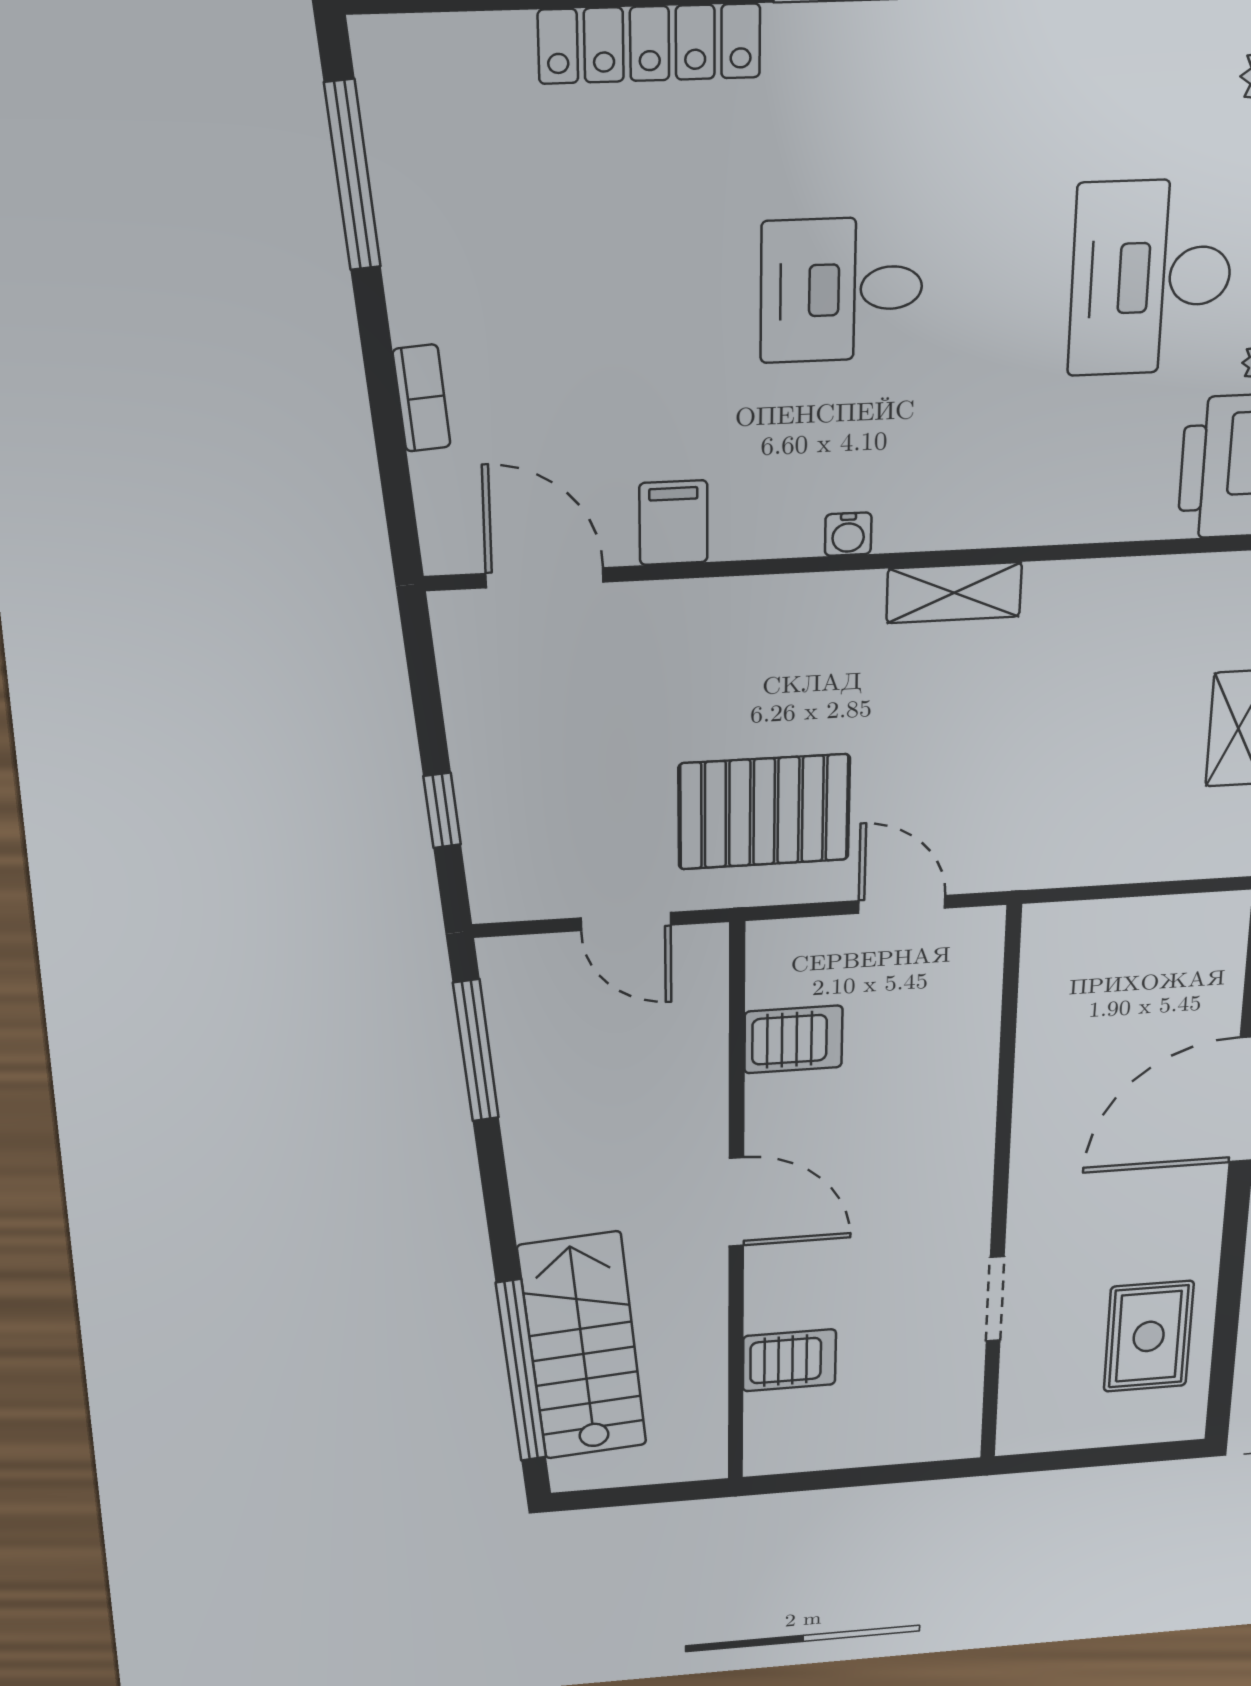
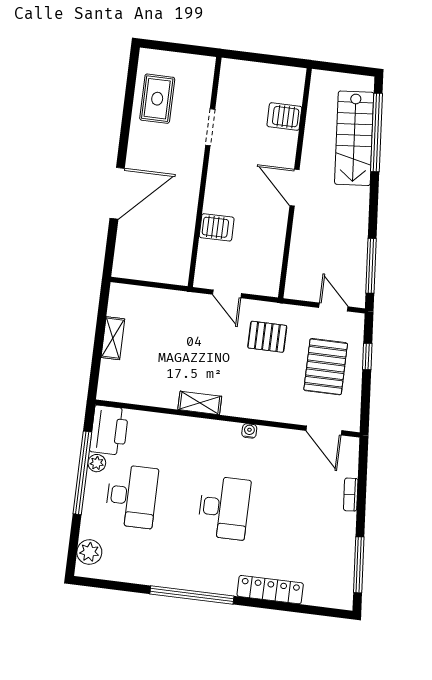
desk: (842, 290) -> (224, 508), width x1.37
filing cabinet: (673, 523) -> (283, 442), removed
water cooler: (848, 534) -> (249, 431), moved
pallet: (569, 760) -> (326, 367), added
pallet: (764, 812) -> (267, 337), width x0.67, depth x0.71
door: (626, 922) -> (333, 307), moved
server rack: (793, 1039) -> (217, 227), moved, turned 180

